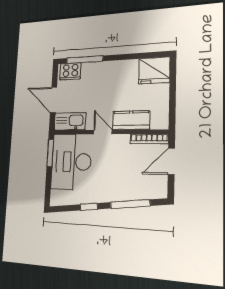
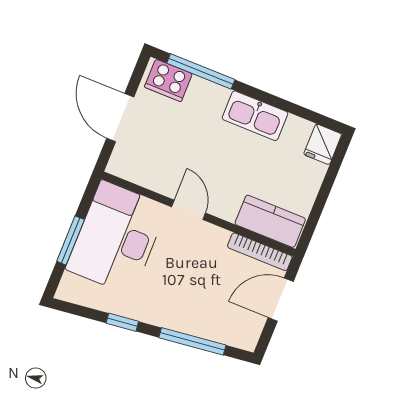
fridge: (154, 71) -> (323, 144), width x0.53, depth x0.75
kitchen counter: (131, 120) -> (270, 221), moved
kitchen sink: (70, 121) -> (255, 116), moved, turned 180
window: (50, 153) -> (71, 240), moved

